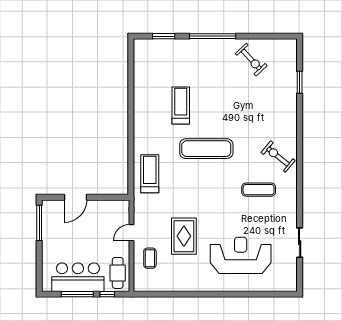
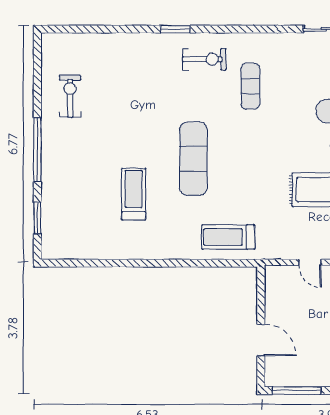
exercise bike: (251, 60) -> (70, 96), turned -47
window: (300, 82) -> (175, 29), moved
treadmill: (181, 105) -> (134, 194), turned 90
exercise bike: (278, 156) -> (204, 59), turned -129

